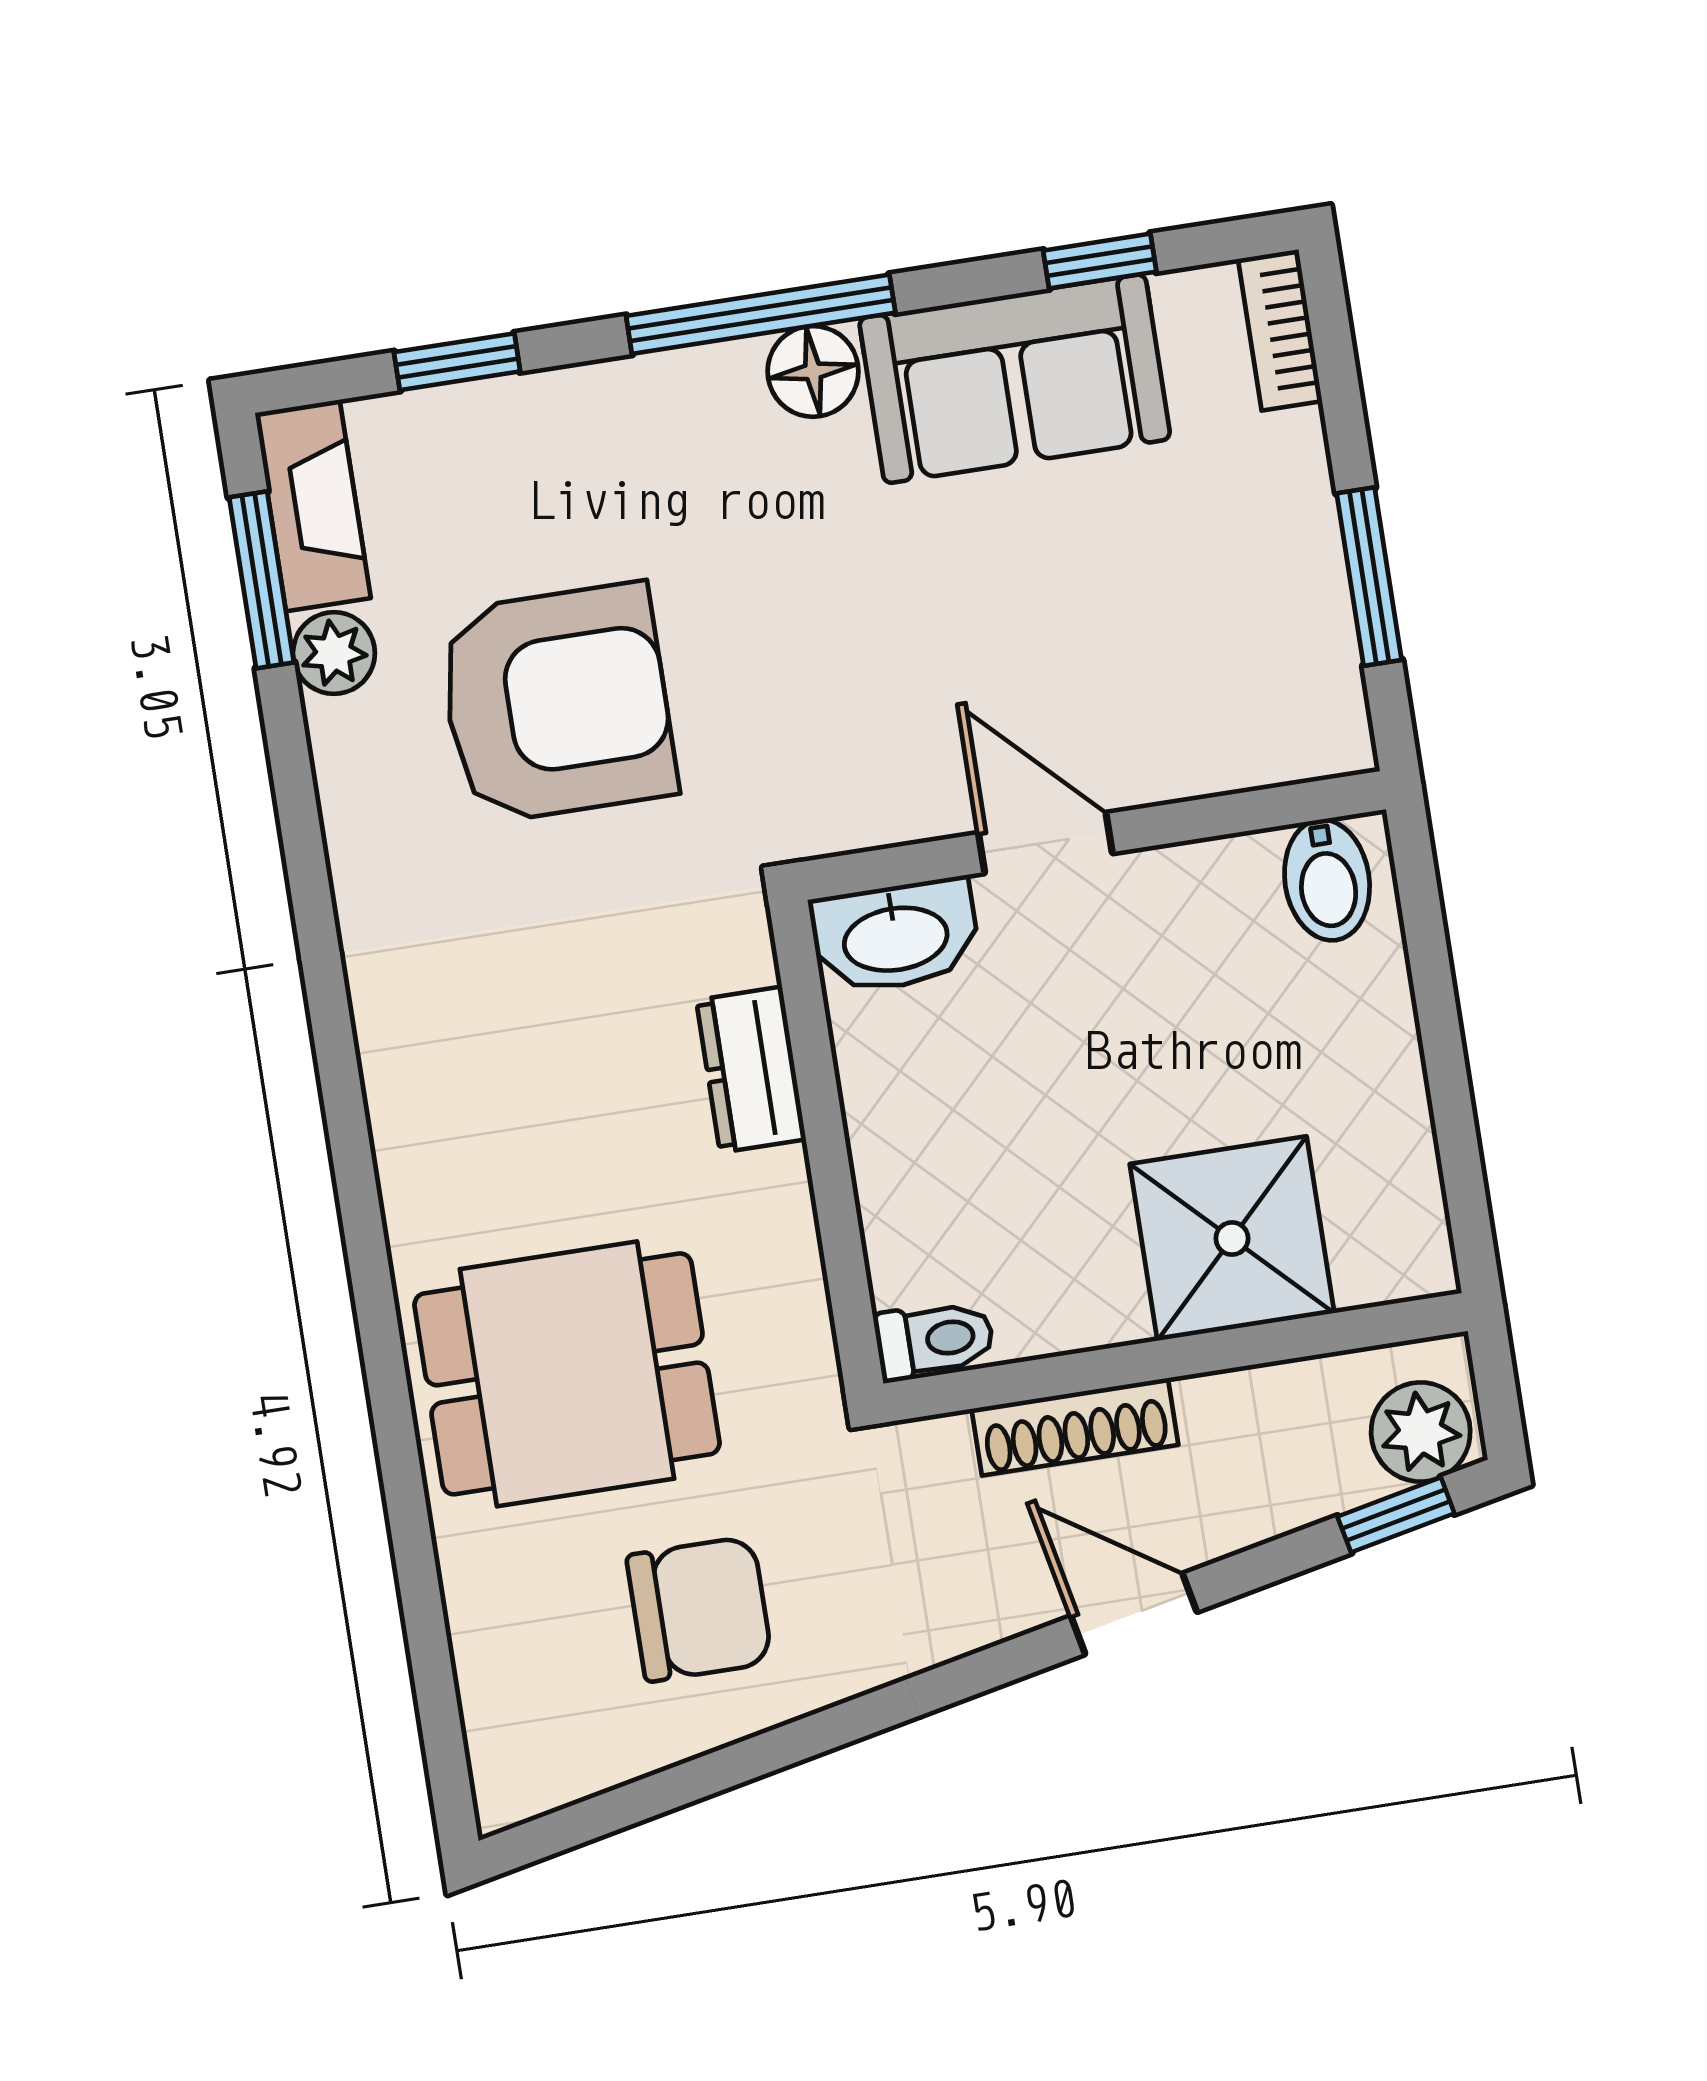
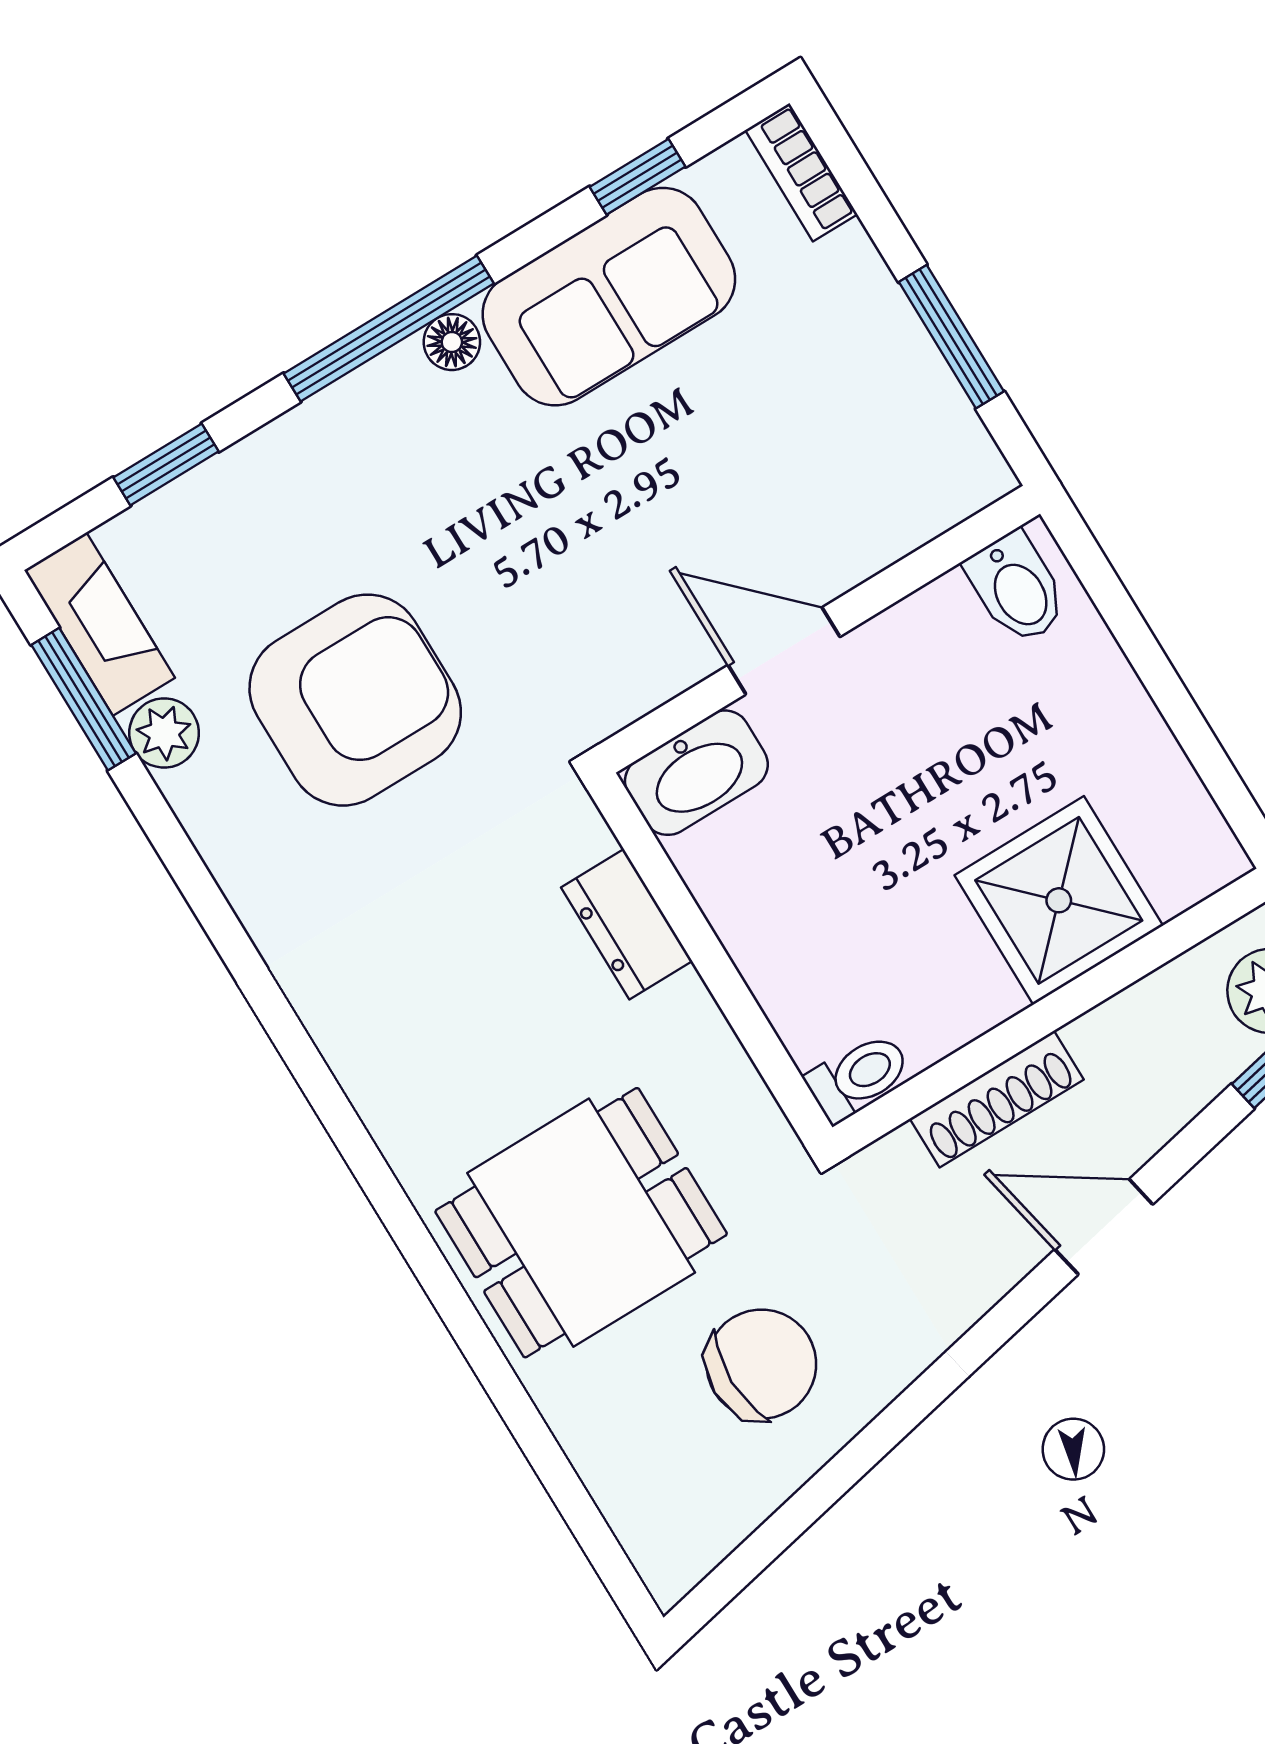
floor lamp: (813, 371) -> (452, 342), width x0.73, depth x0.73

